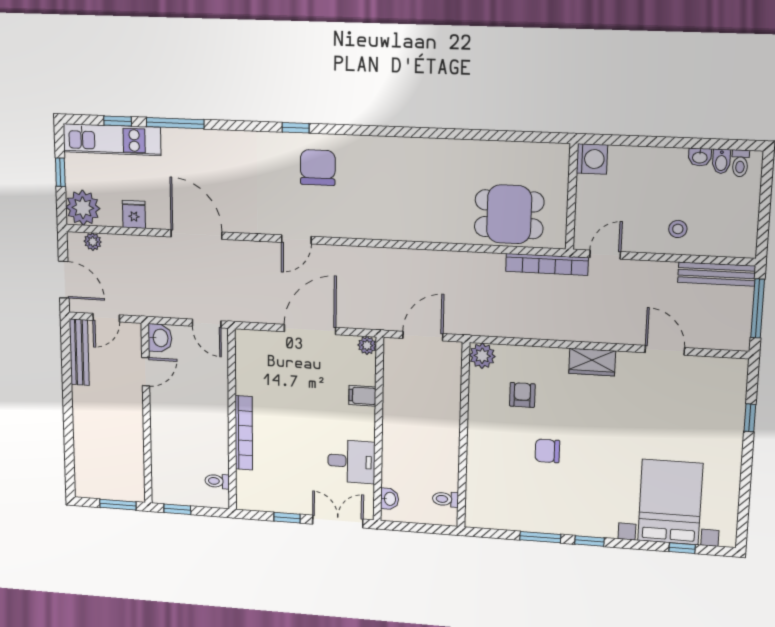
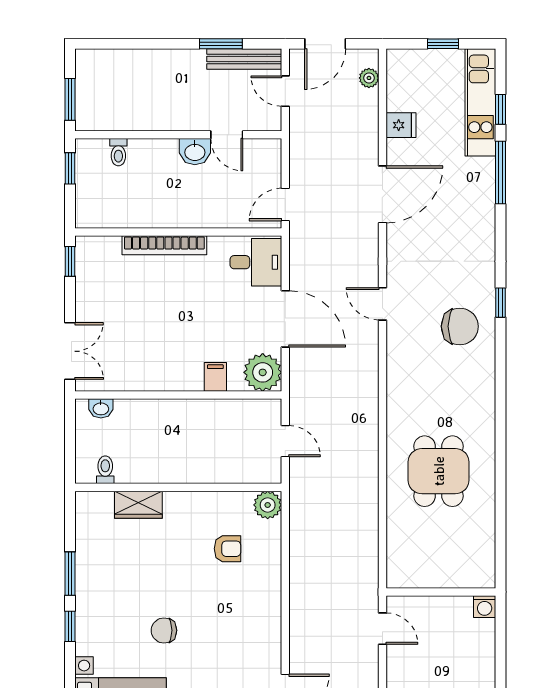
washing machine: (592, 159) -> (485, 607), width x0.73, depth x0.73
plant: (83, 208) -> (405, 68), removed
dining table: (509, 214) -> (439, 471), moved
bookcase: (547, 264) -> (369, 569), removed
door: (423, 336) -> (285, 441), width x0.73
washbasin: (160, 338) -> (195, 152), moved
plant: (367, 345) -> (263, 372), width x1.88, depth x1.88
wardrobe: (592, 362) -> (138, 505), moved, turned -90
window: (67, 372) -> (221, 44), added
chair: (547, 451) -> (164, 630), moved, turned -90
desk: (351, 461) -> (256, 262), moved, turned -90
toilet: (217, 481) -> (118, 152), moved, turned 180
window: (287, 518) -> (70, 261), moved

